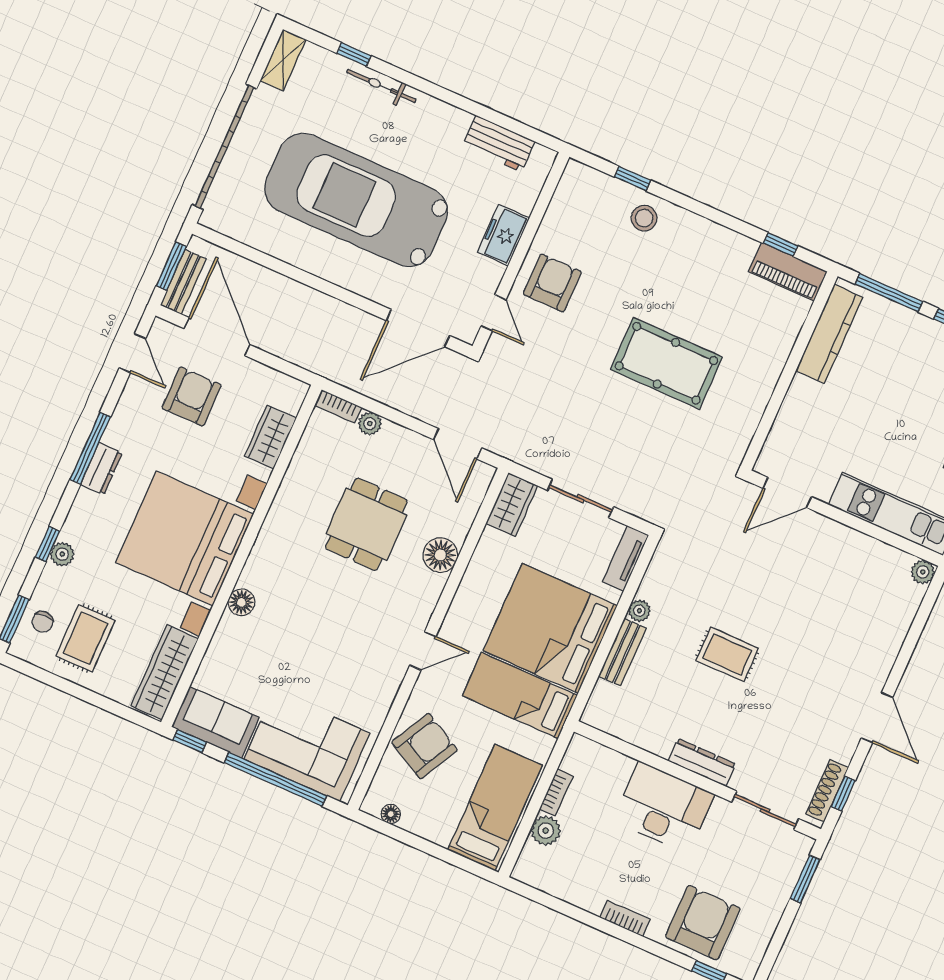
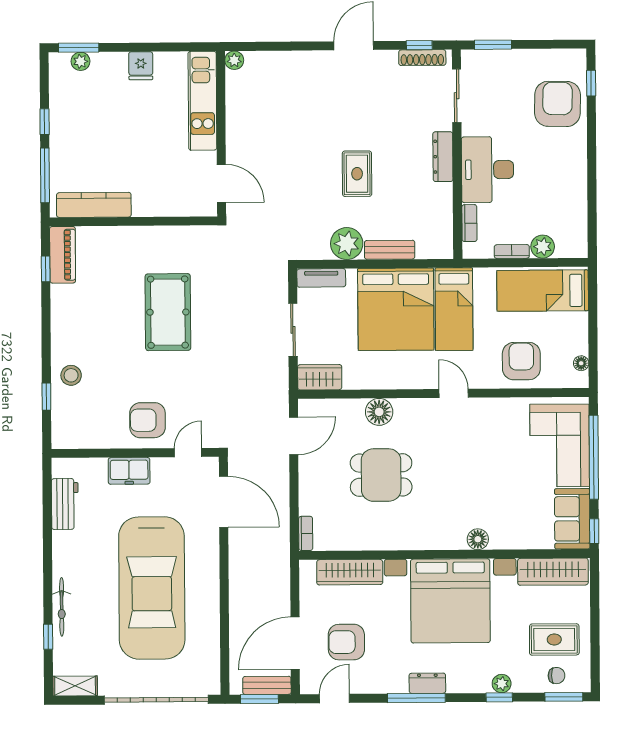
plant: (370, 424) -> (308, 505), removed
wardrobe: (271, 437) -> (350, 572), width x1.50
plant: (639, 611) -> (347, 244), width x1.88, depth x1.88
armchair: (425, 746) -> (521, 361), turned 62
bookcase: (625, 918) -> (469, 223), moved, turned 180
armchair: (703, 923) -> (557, 104), turned 91

